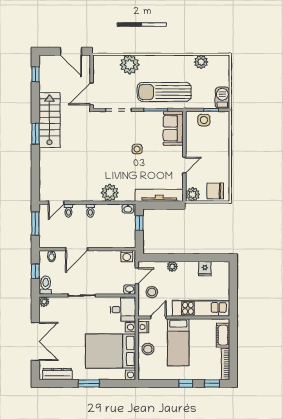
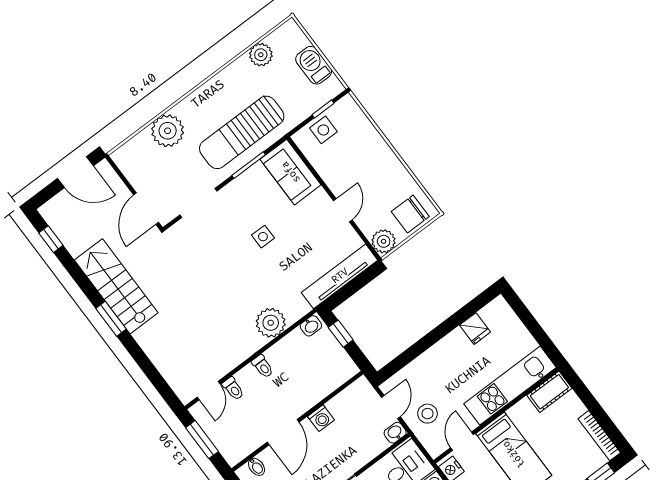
barbecue: (222, 98) -> (314, 65), moved
washing machine: (127, 256) -> (321, 418), moved
plant: (172, 267) -> (429, 359), removed
cot: (223, 335) -> (549, 392), moved, turned 90

